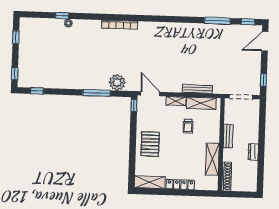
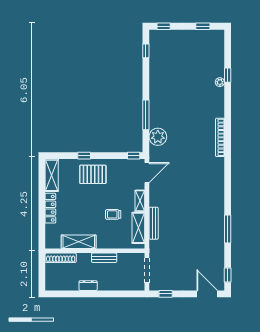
window: (217, 21) -> (228, 229), moved
window: (132, 152) -> (84, 156), added

